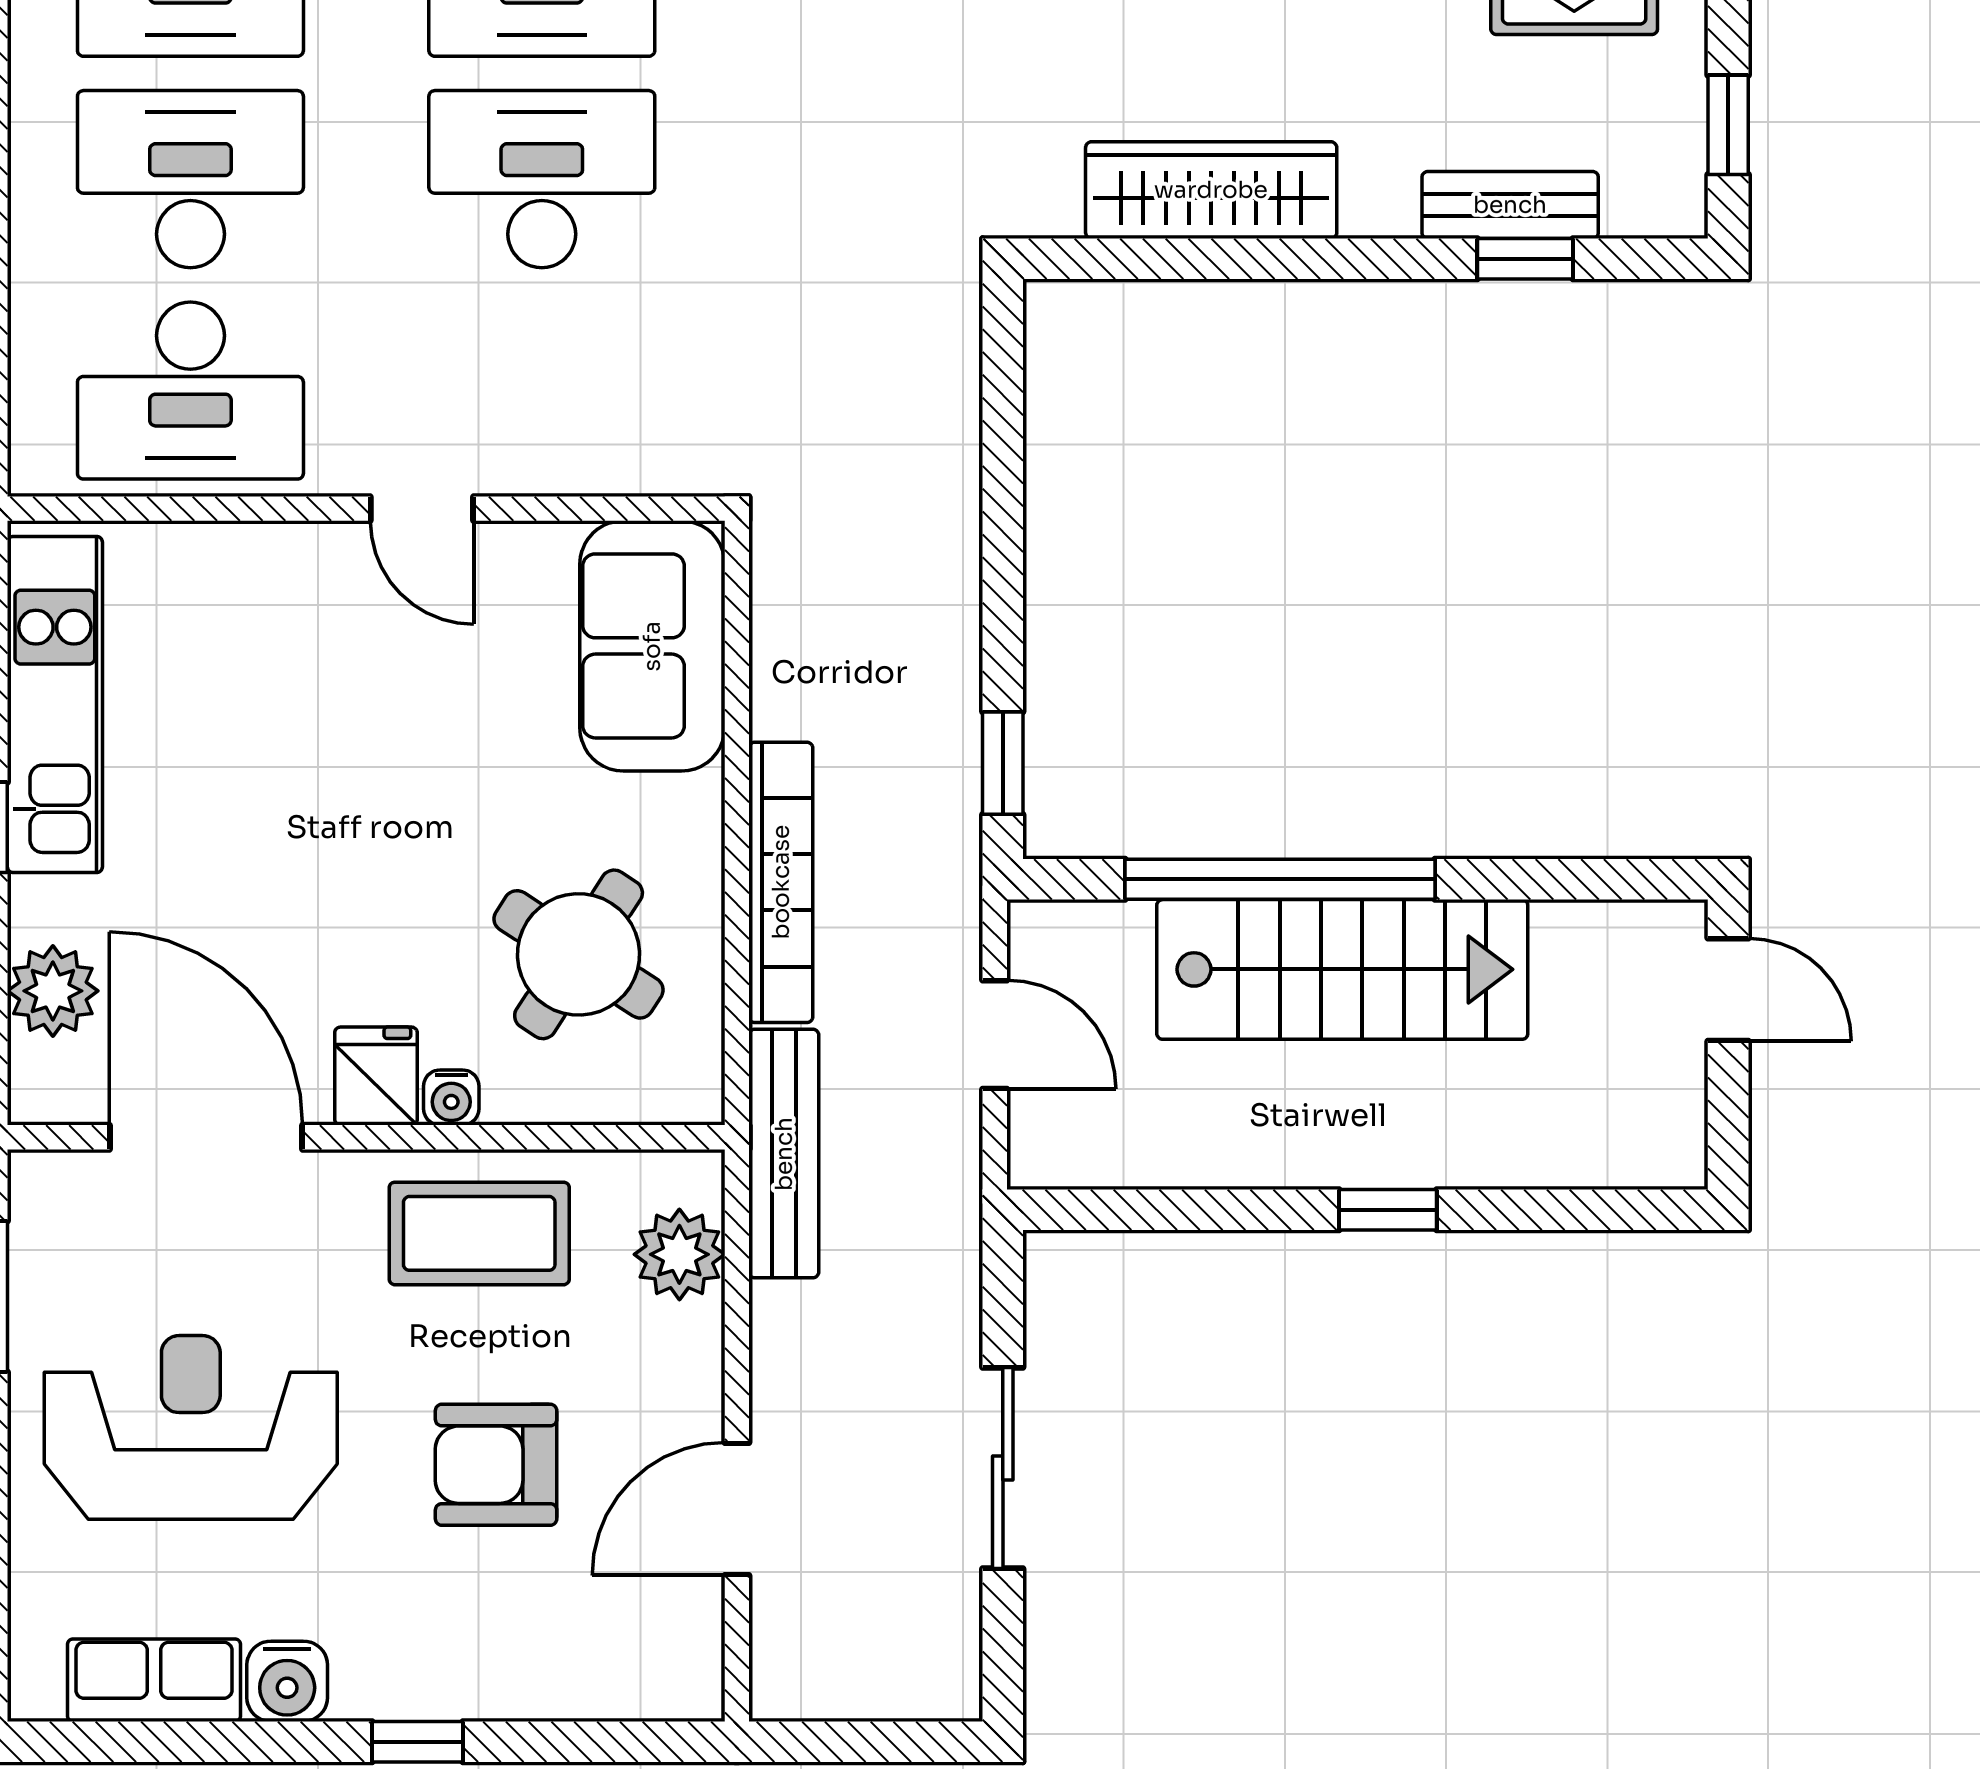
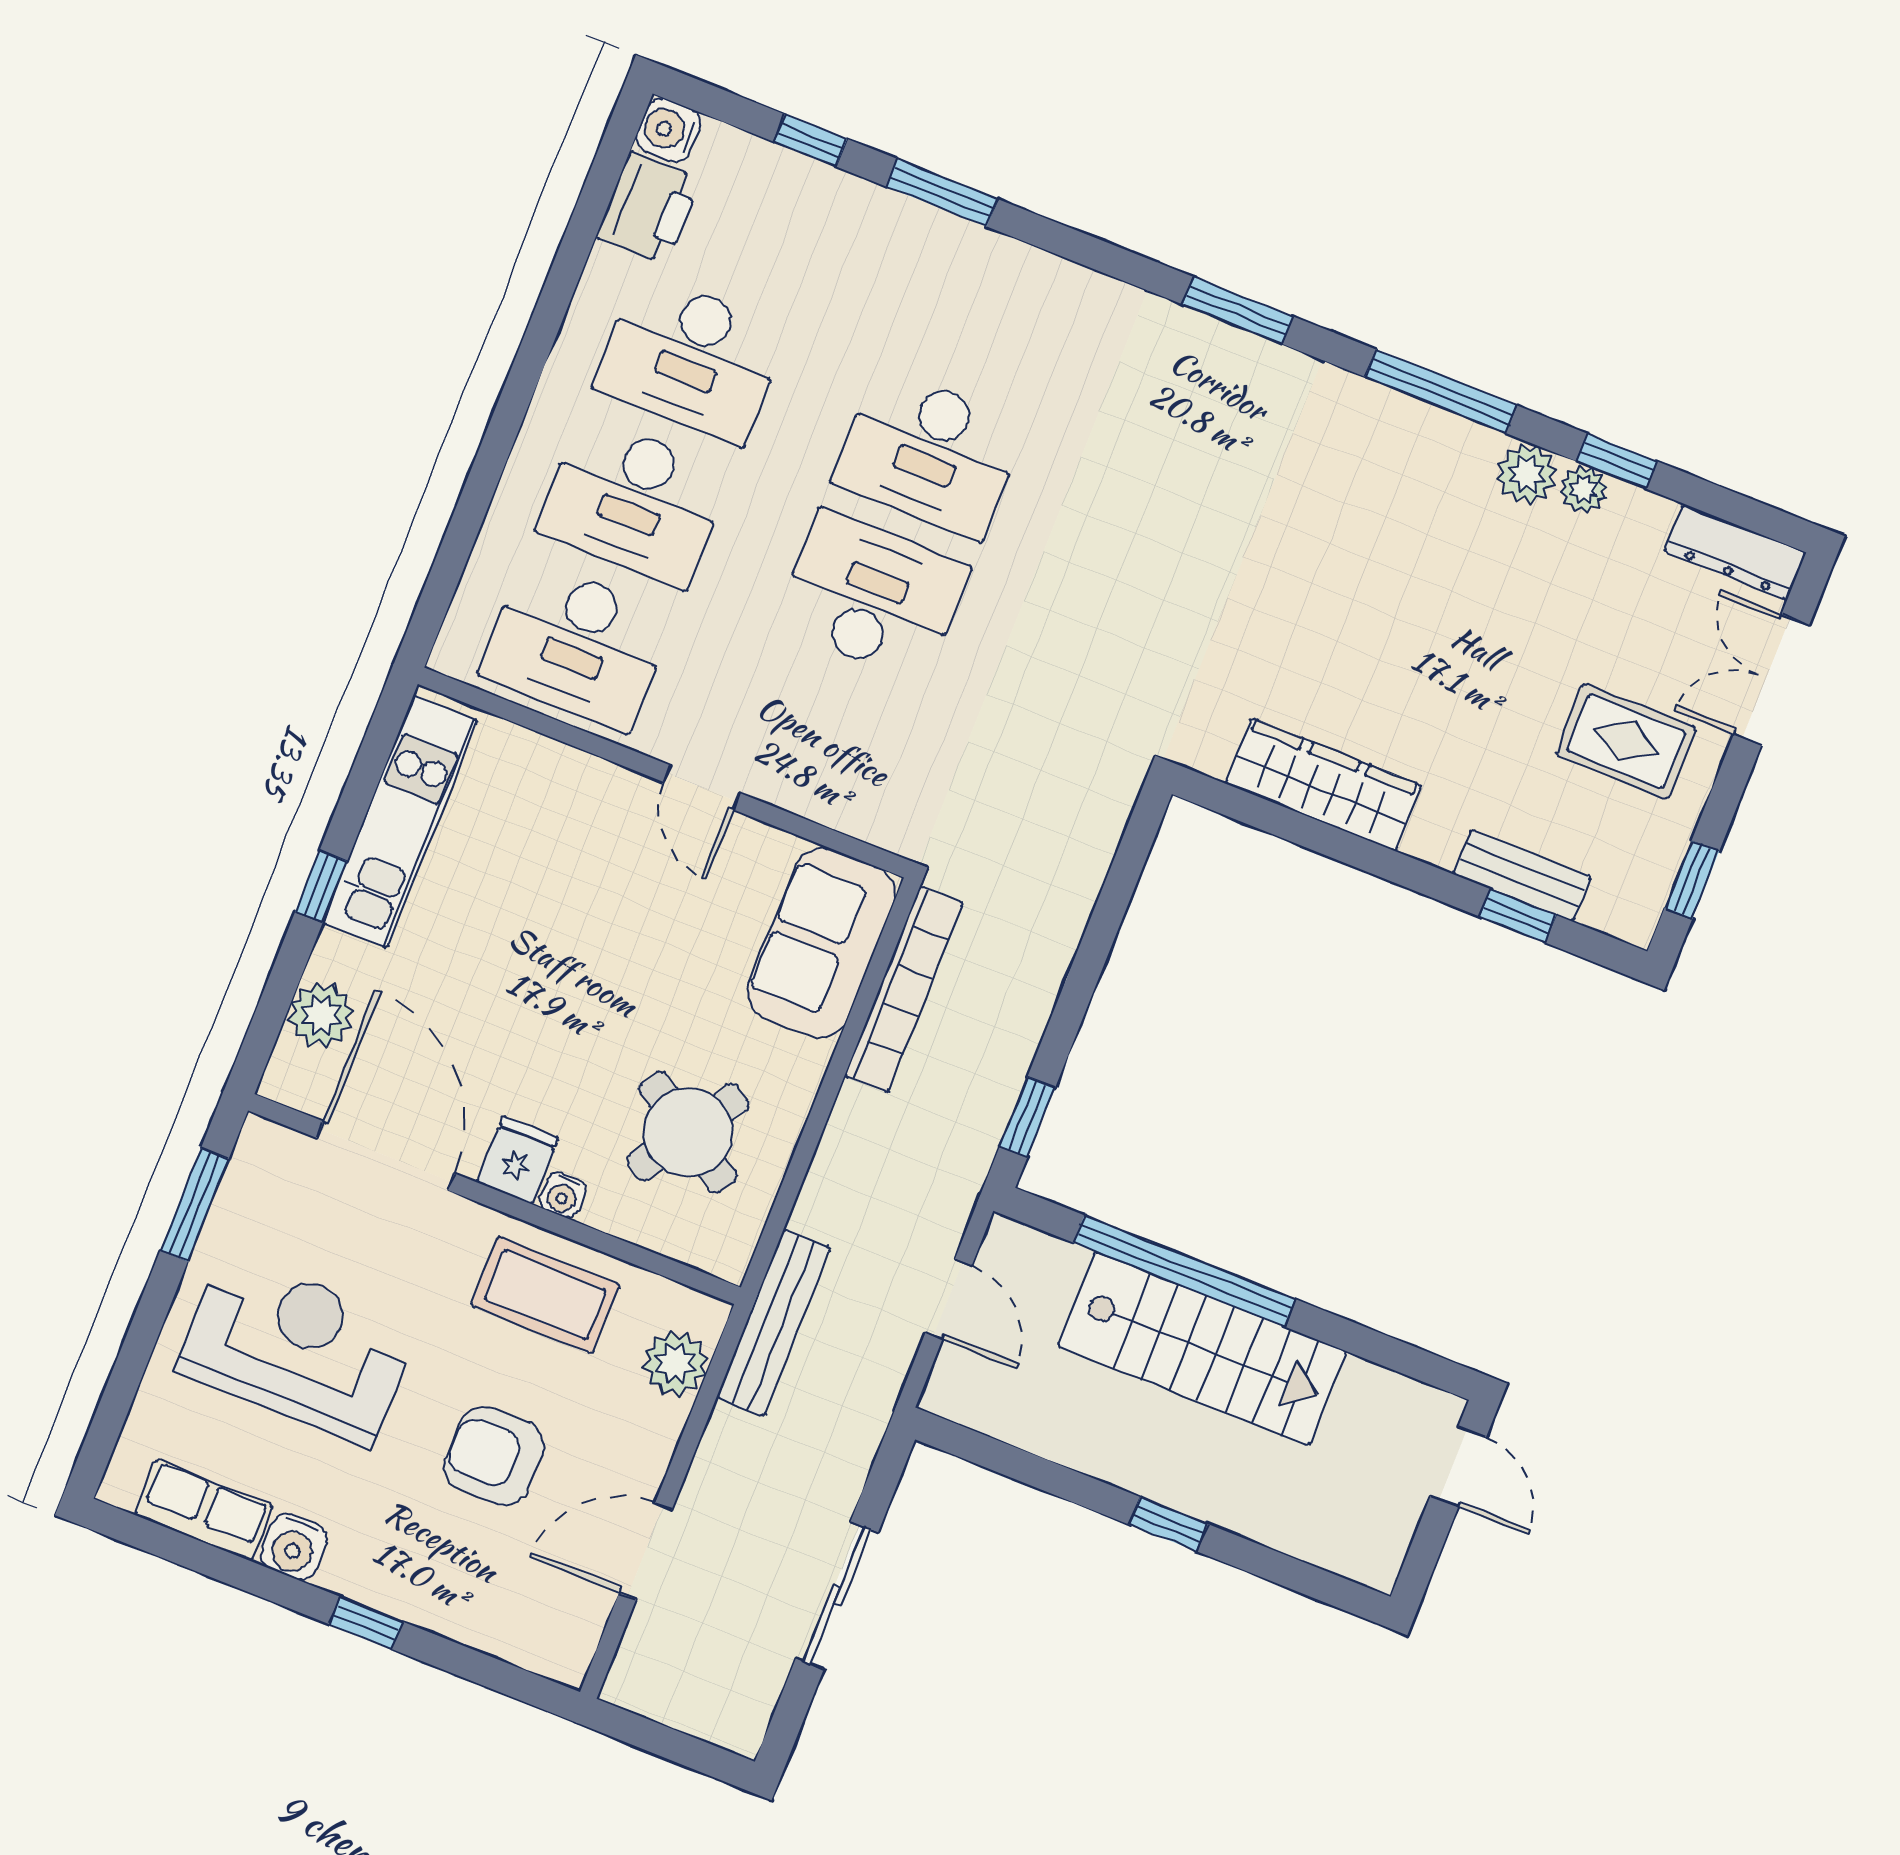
desk: (190, 179) -> (634, 502), turned 180
bookcase: (781, 882) -> (904, 989), moved

